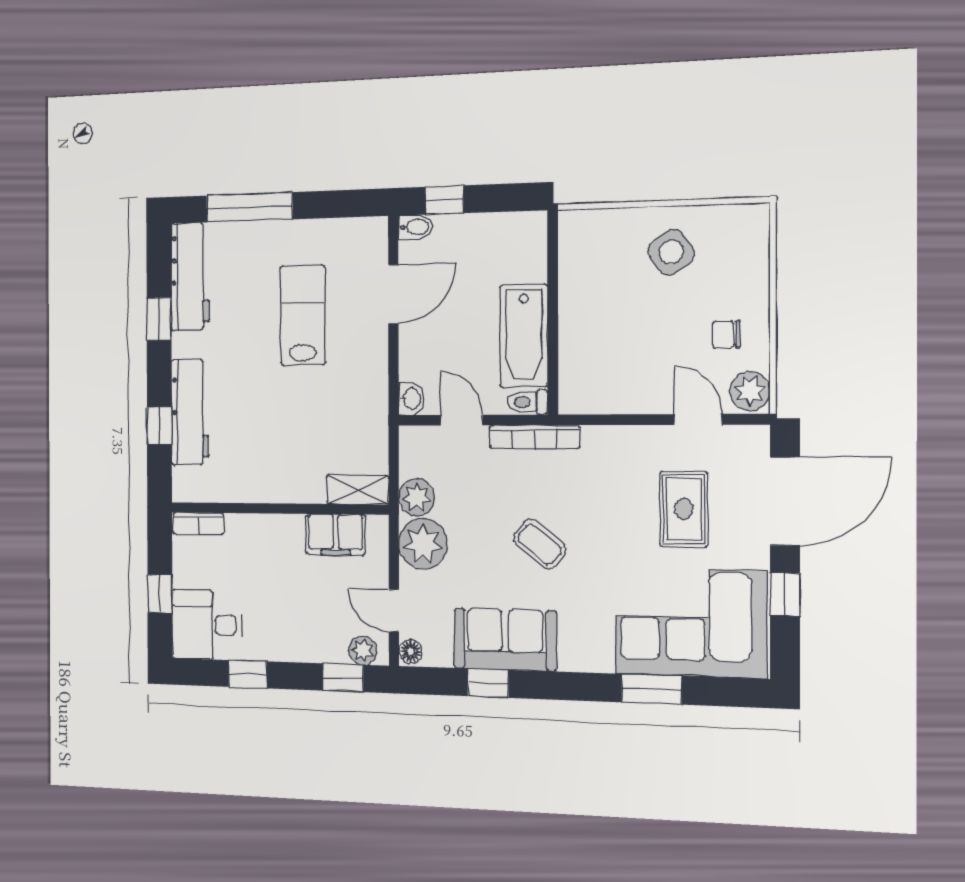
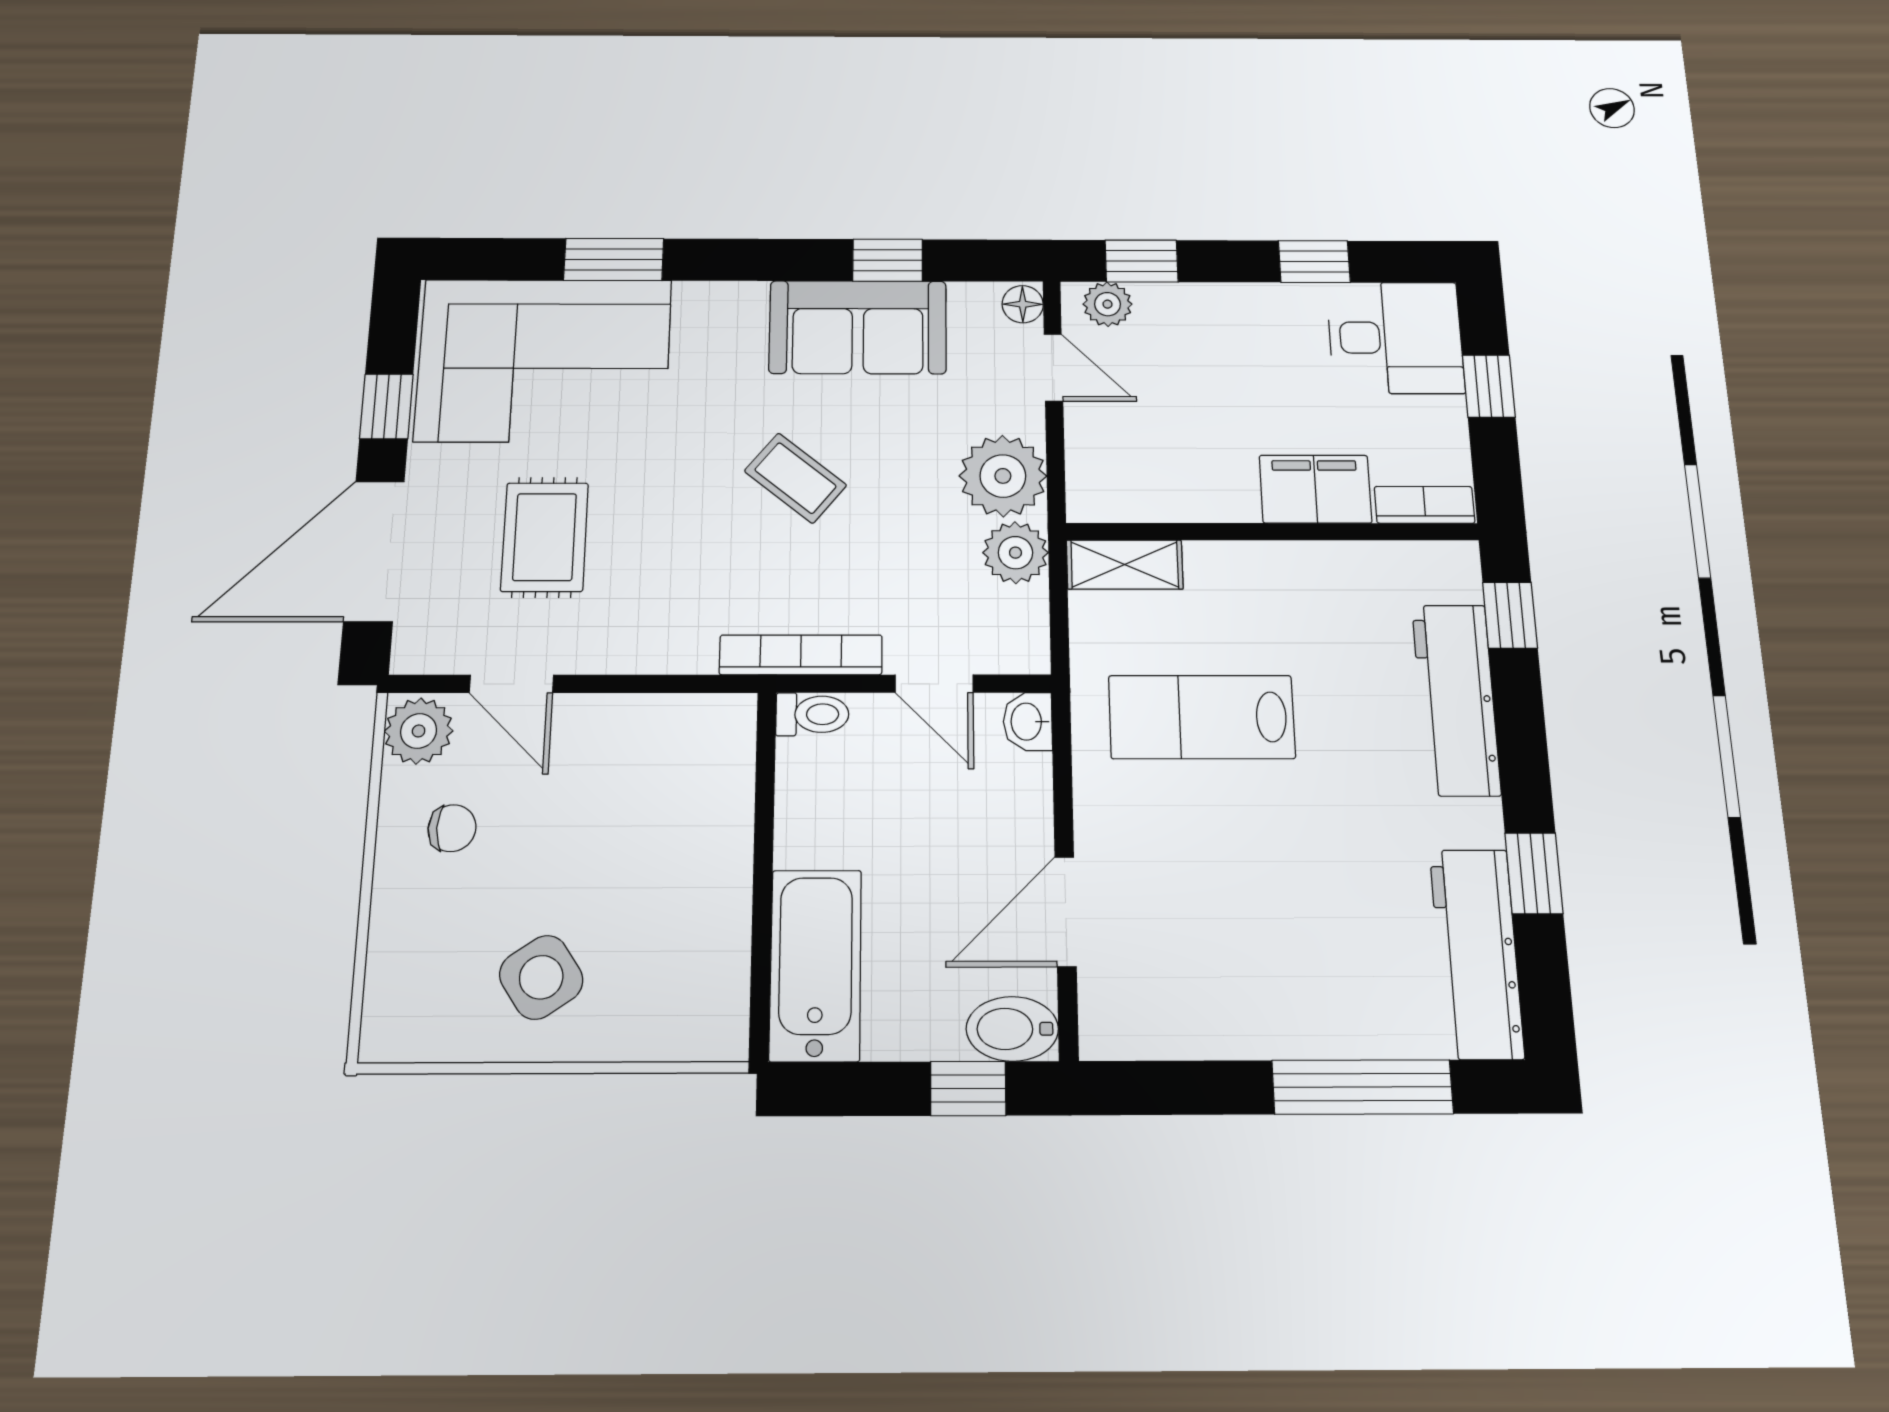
bidet: (415, 227) -> (1012, 1029), width x1.38, depth x1.36
lab bench: (303, 315) -> (1202, 717), moved, turned 90
bathtub: (524, 336) -> (816, 965), moved
window: (159, 426) -> (1510, 615), moved
filing cabinet: (336, 535) -> (1315, 489), moved

